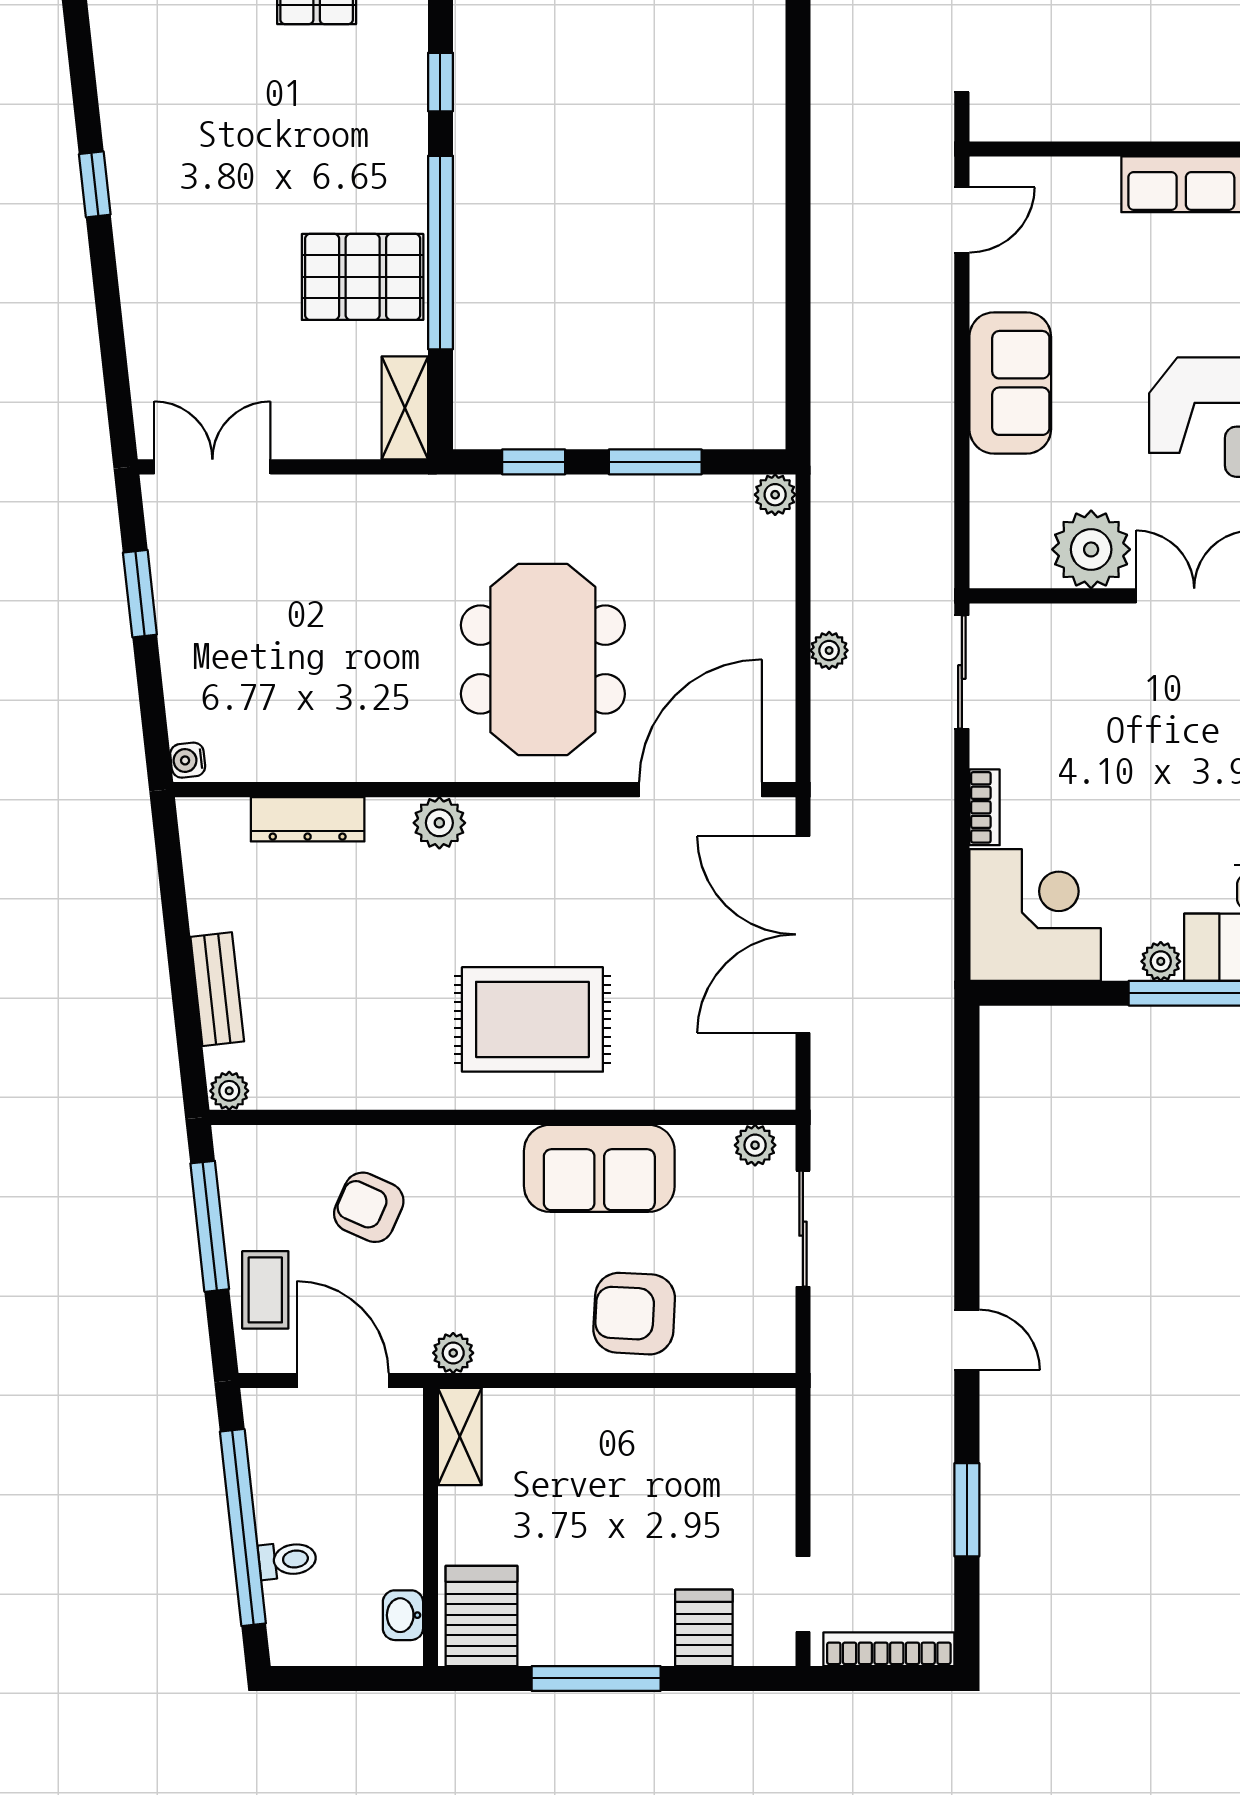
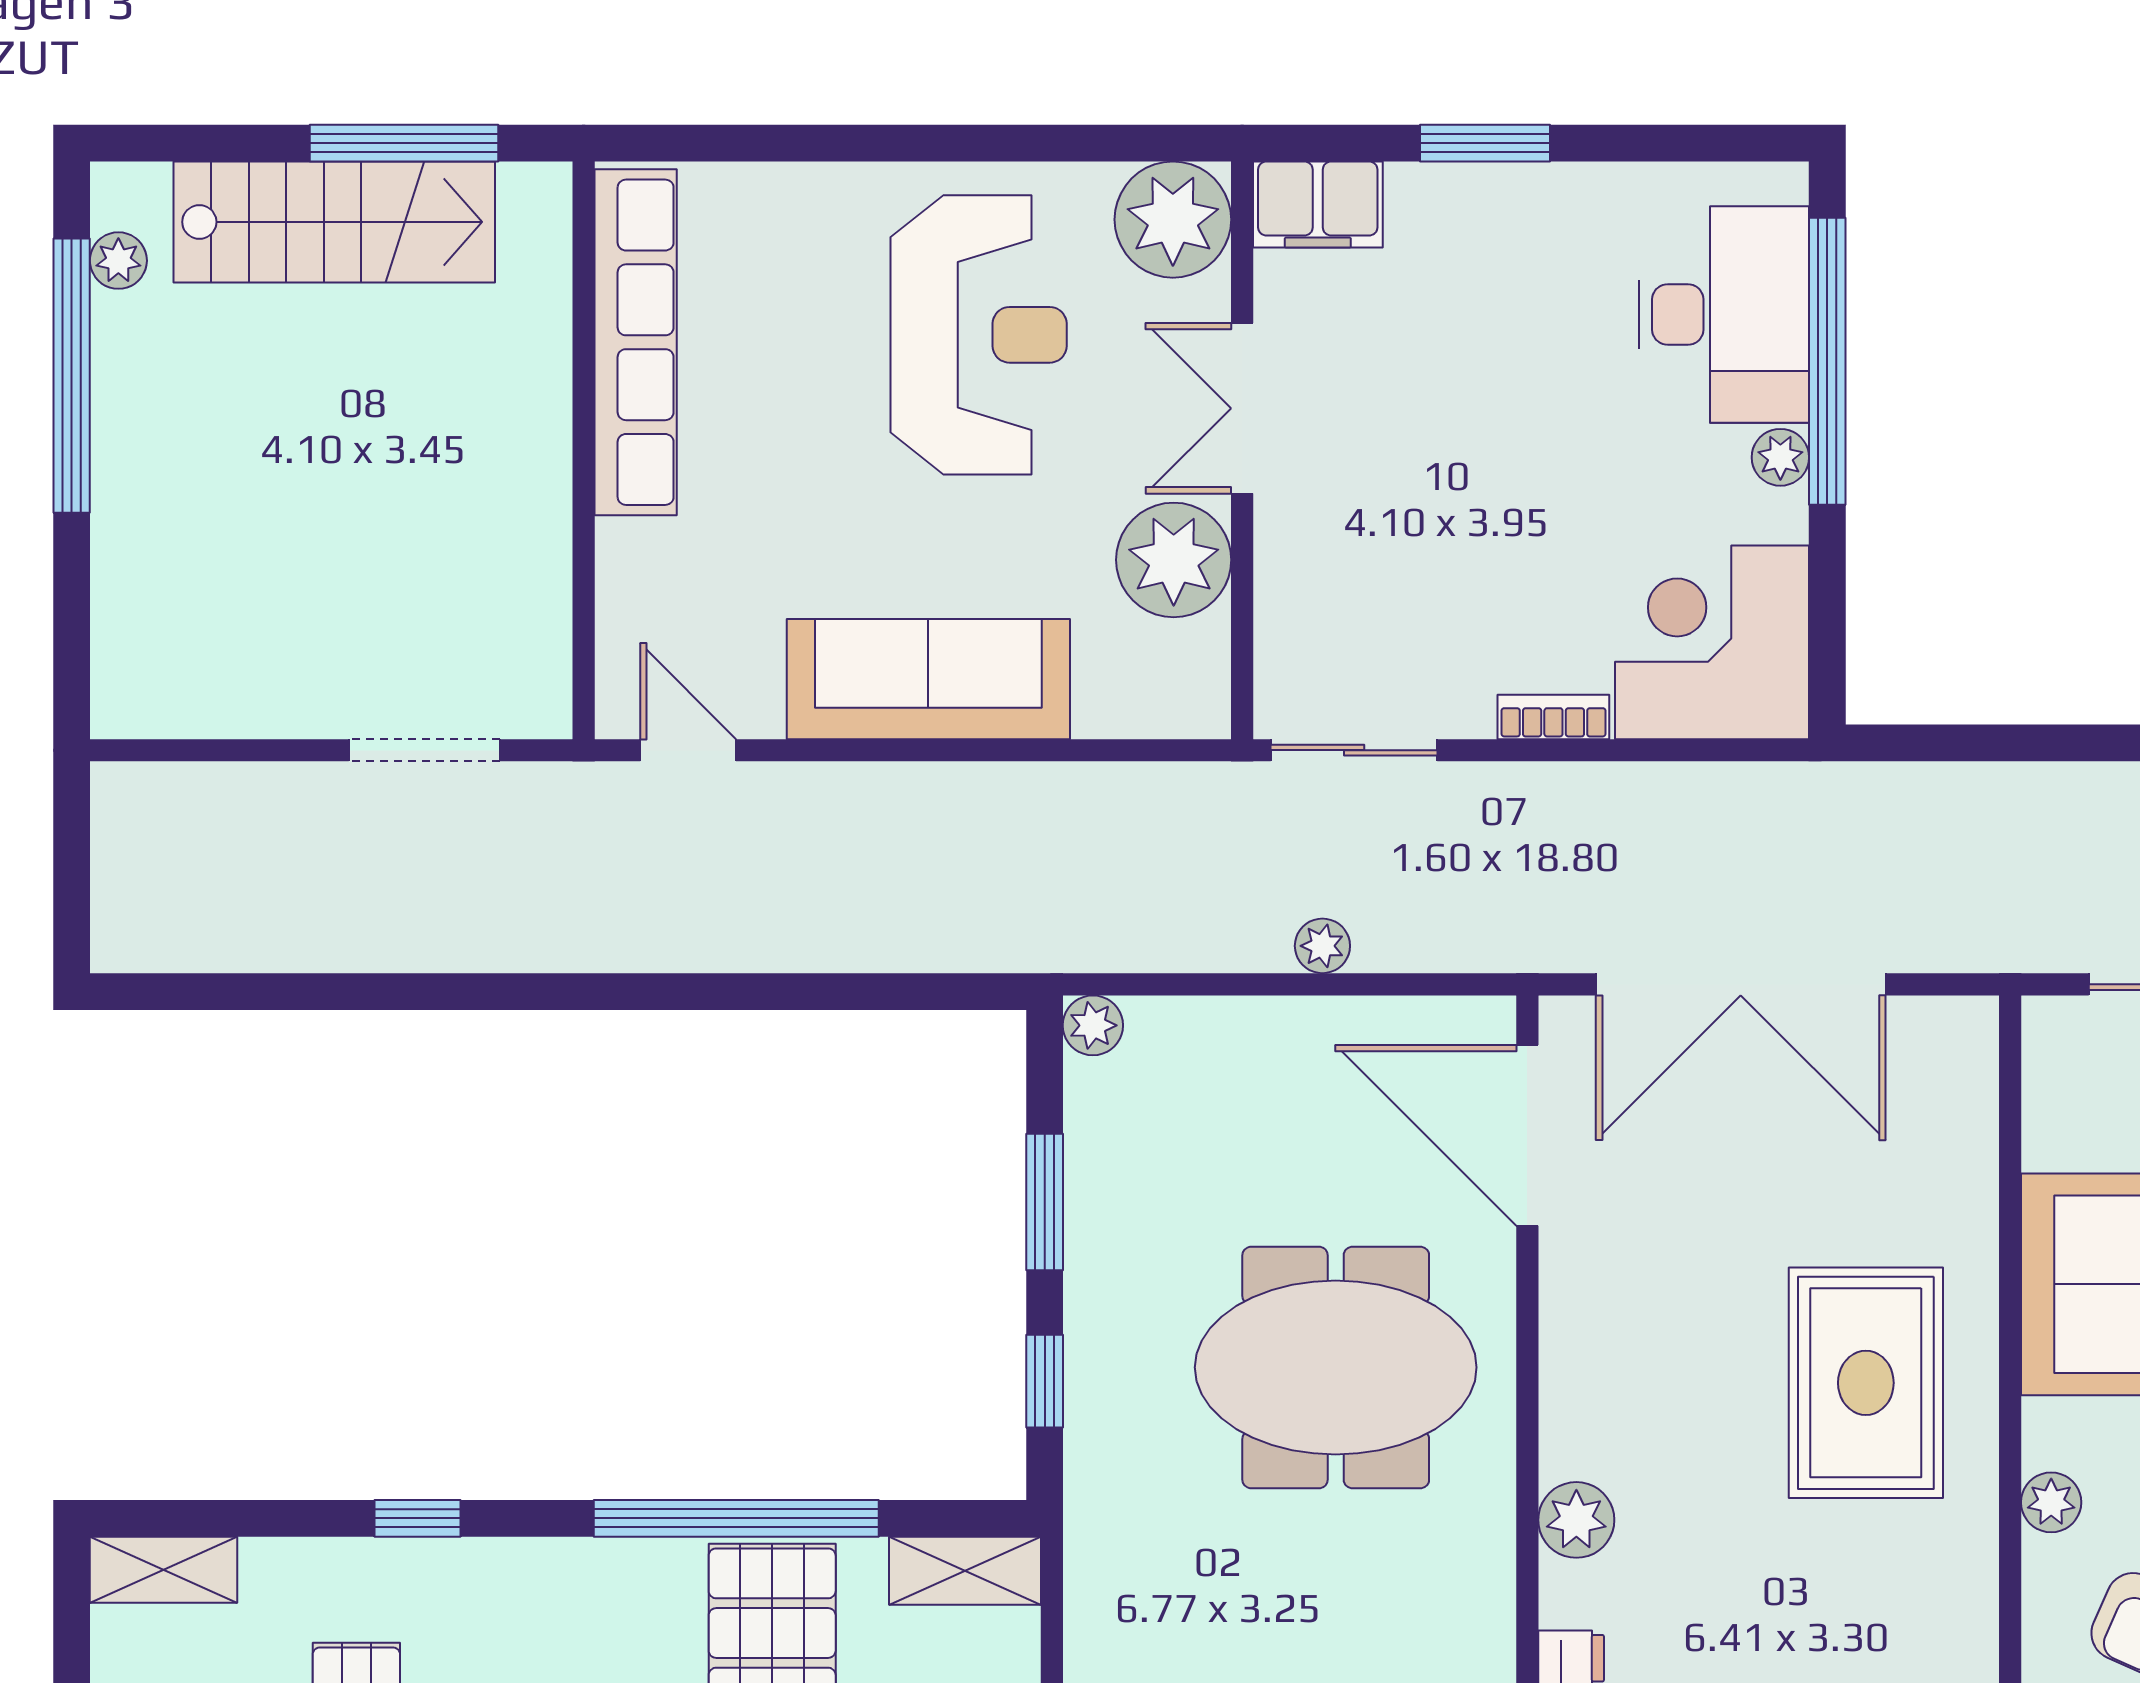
window: (440, 82) -> (417, 1518), moved
sofa: (1010, 383) -> (928, 679), width x1.36
plant: (755, 1145) -> (2051, 1502), moved

